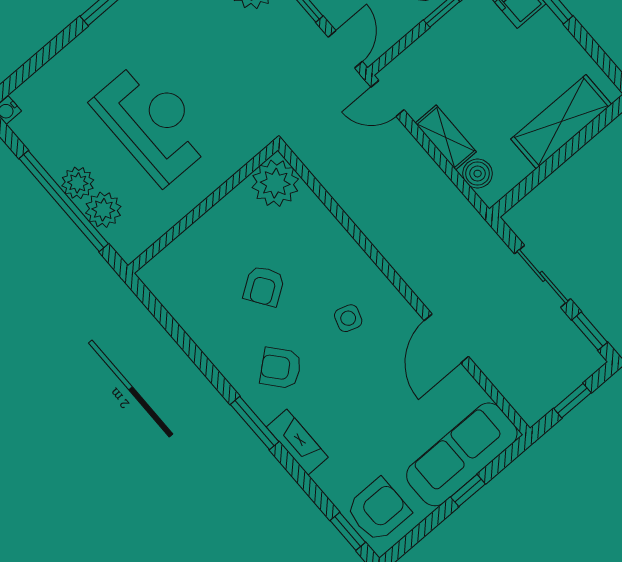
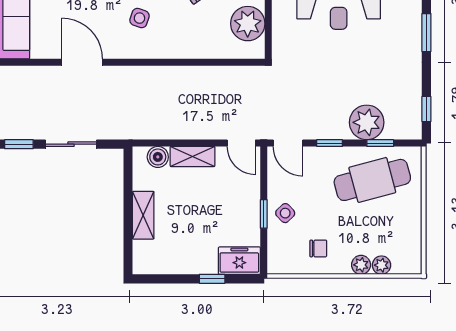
door: (387, 98) -> (241, 143), swing flipped
shelving: (561, 122) -> (143, 215), width x0.67, depth x0.75
plant: (275, 183) -> (248, 24), moved

